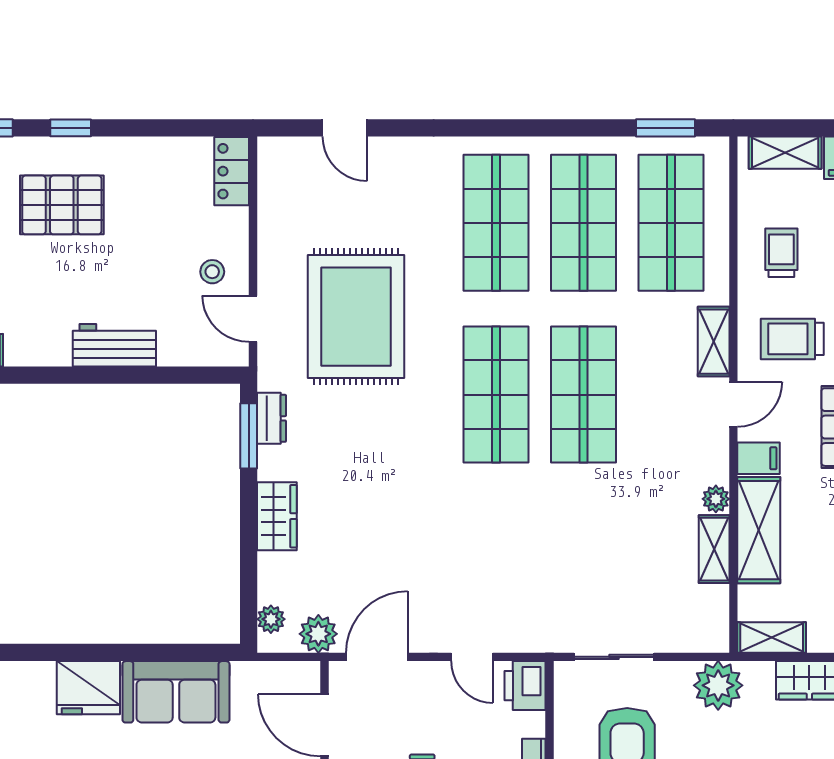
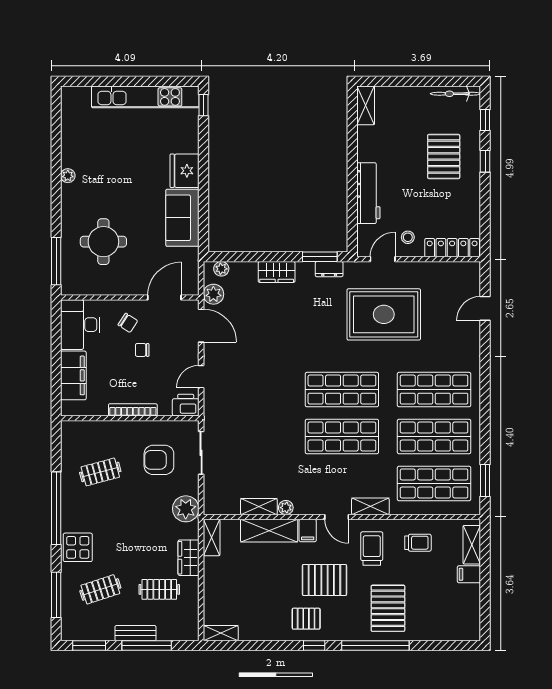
locker: (232, 171) -> (452, 248), width x1.53
workbench: (114, 345) -> (368, 193), width x1.38

